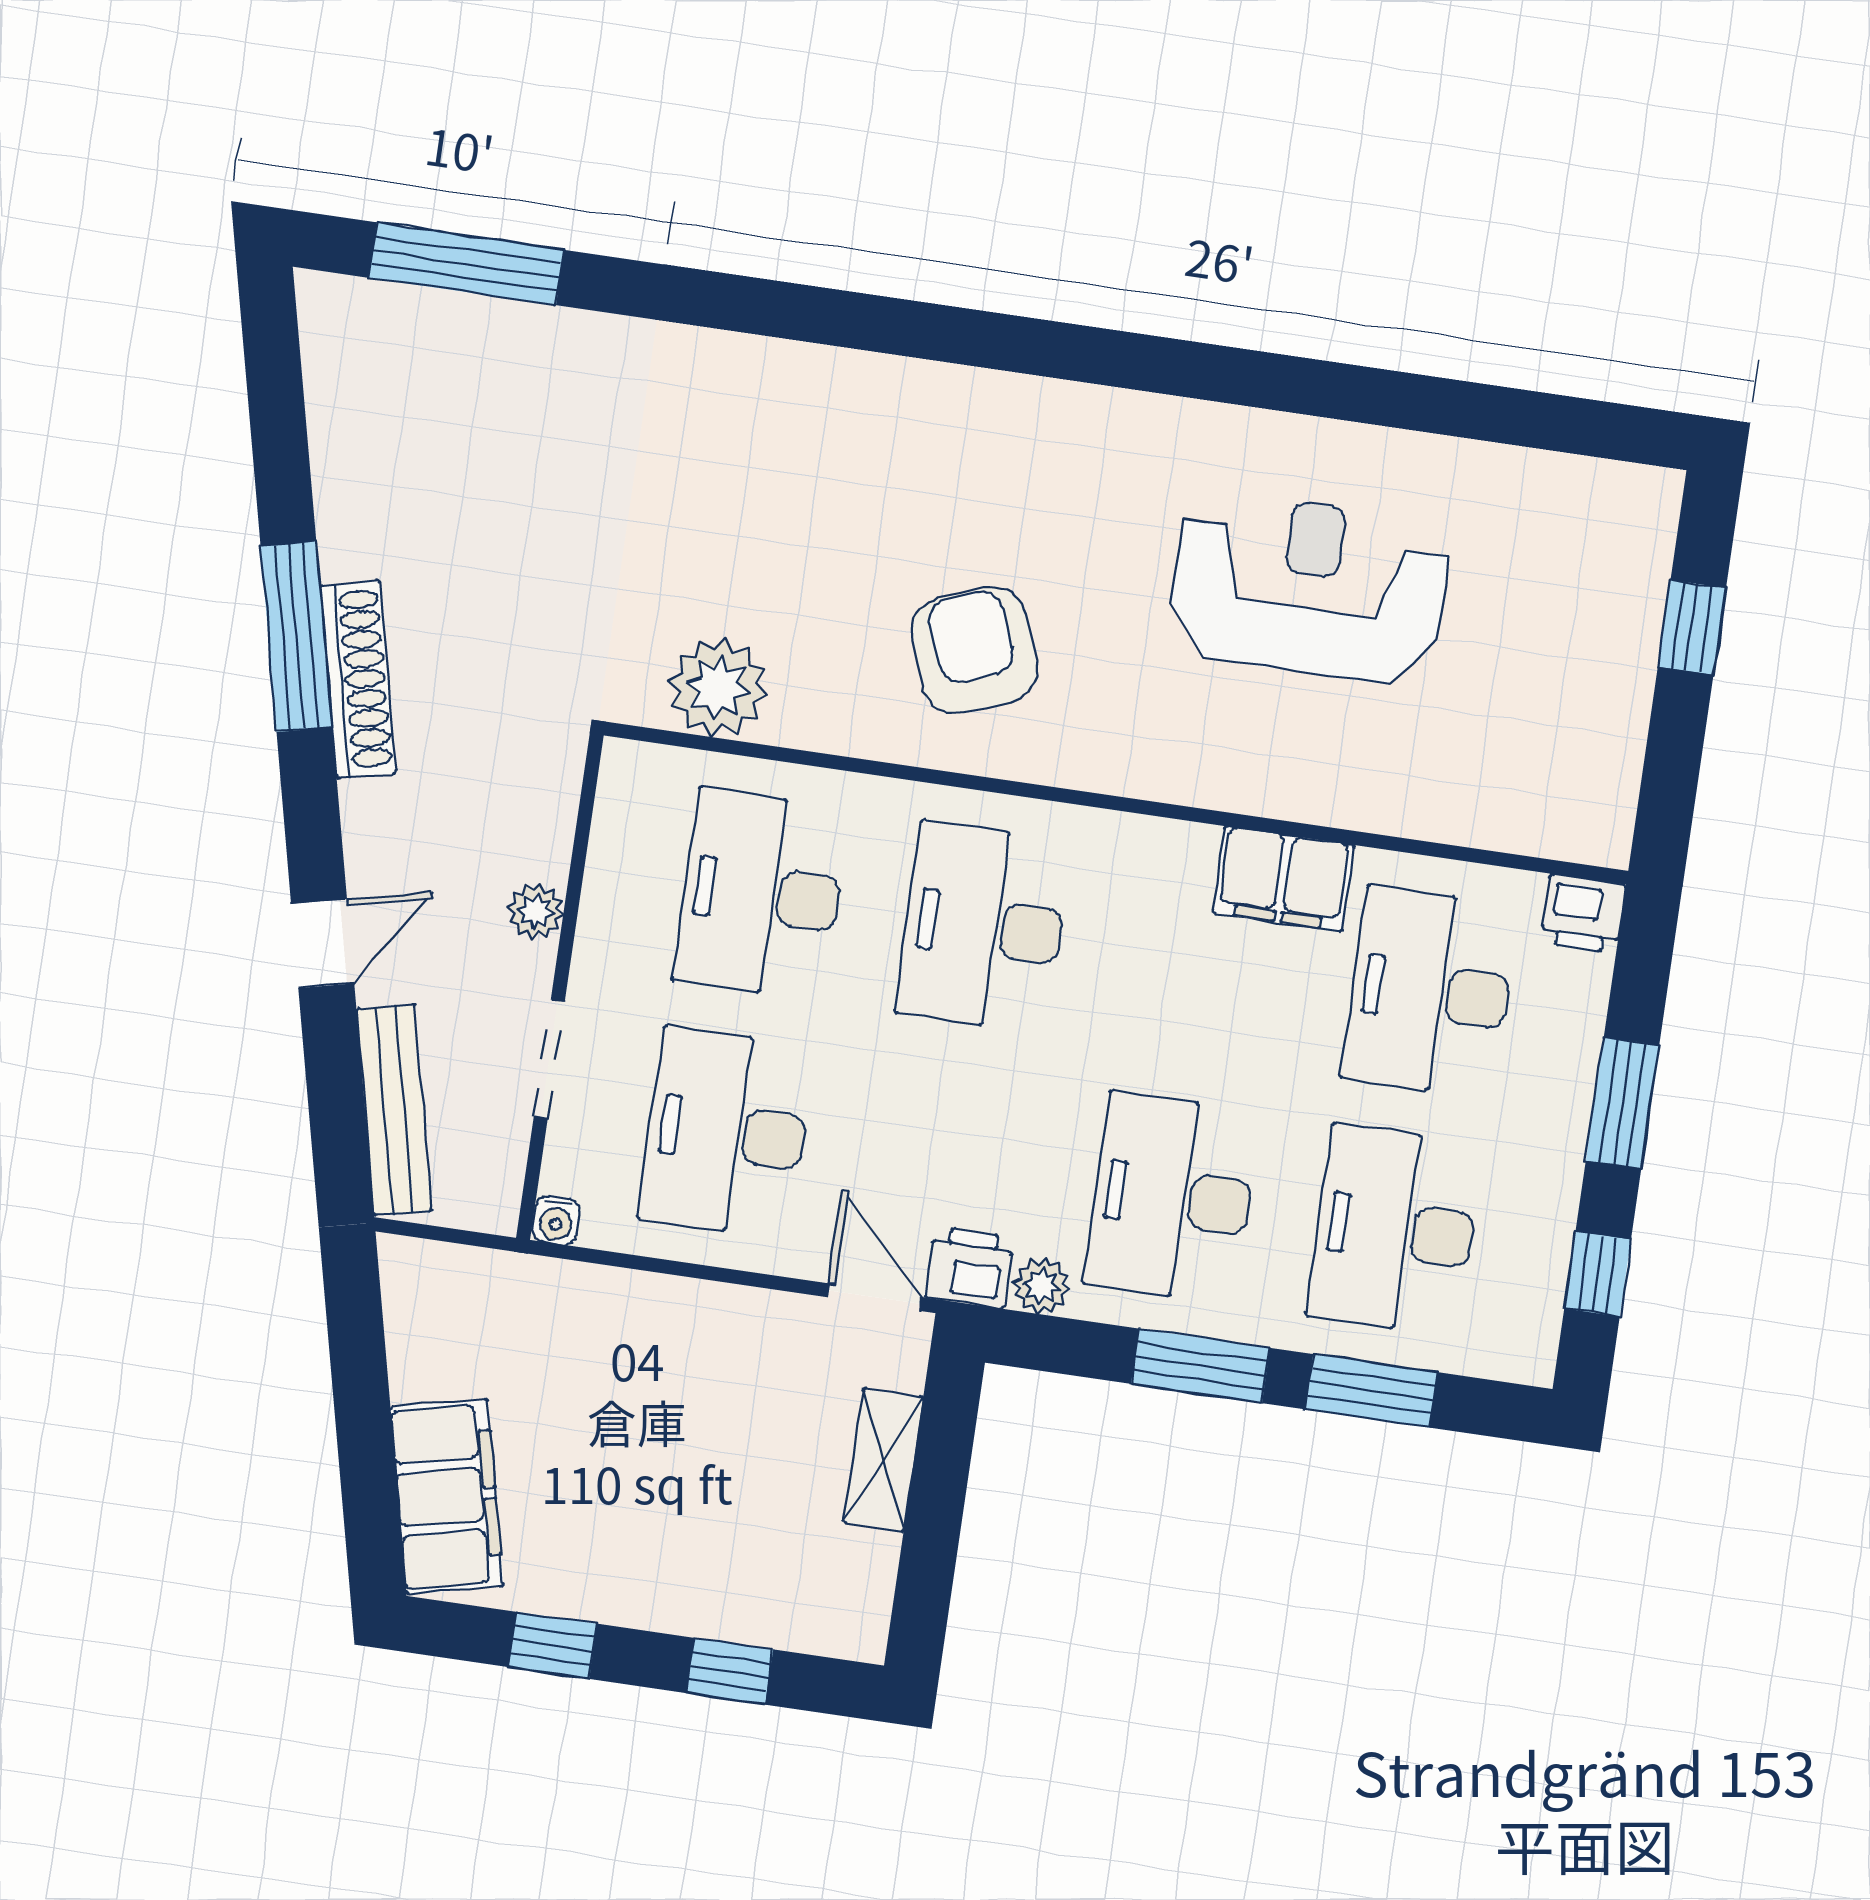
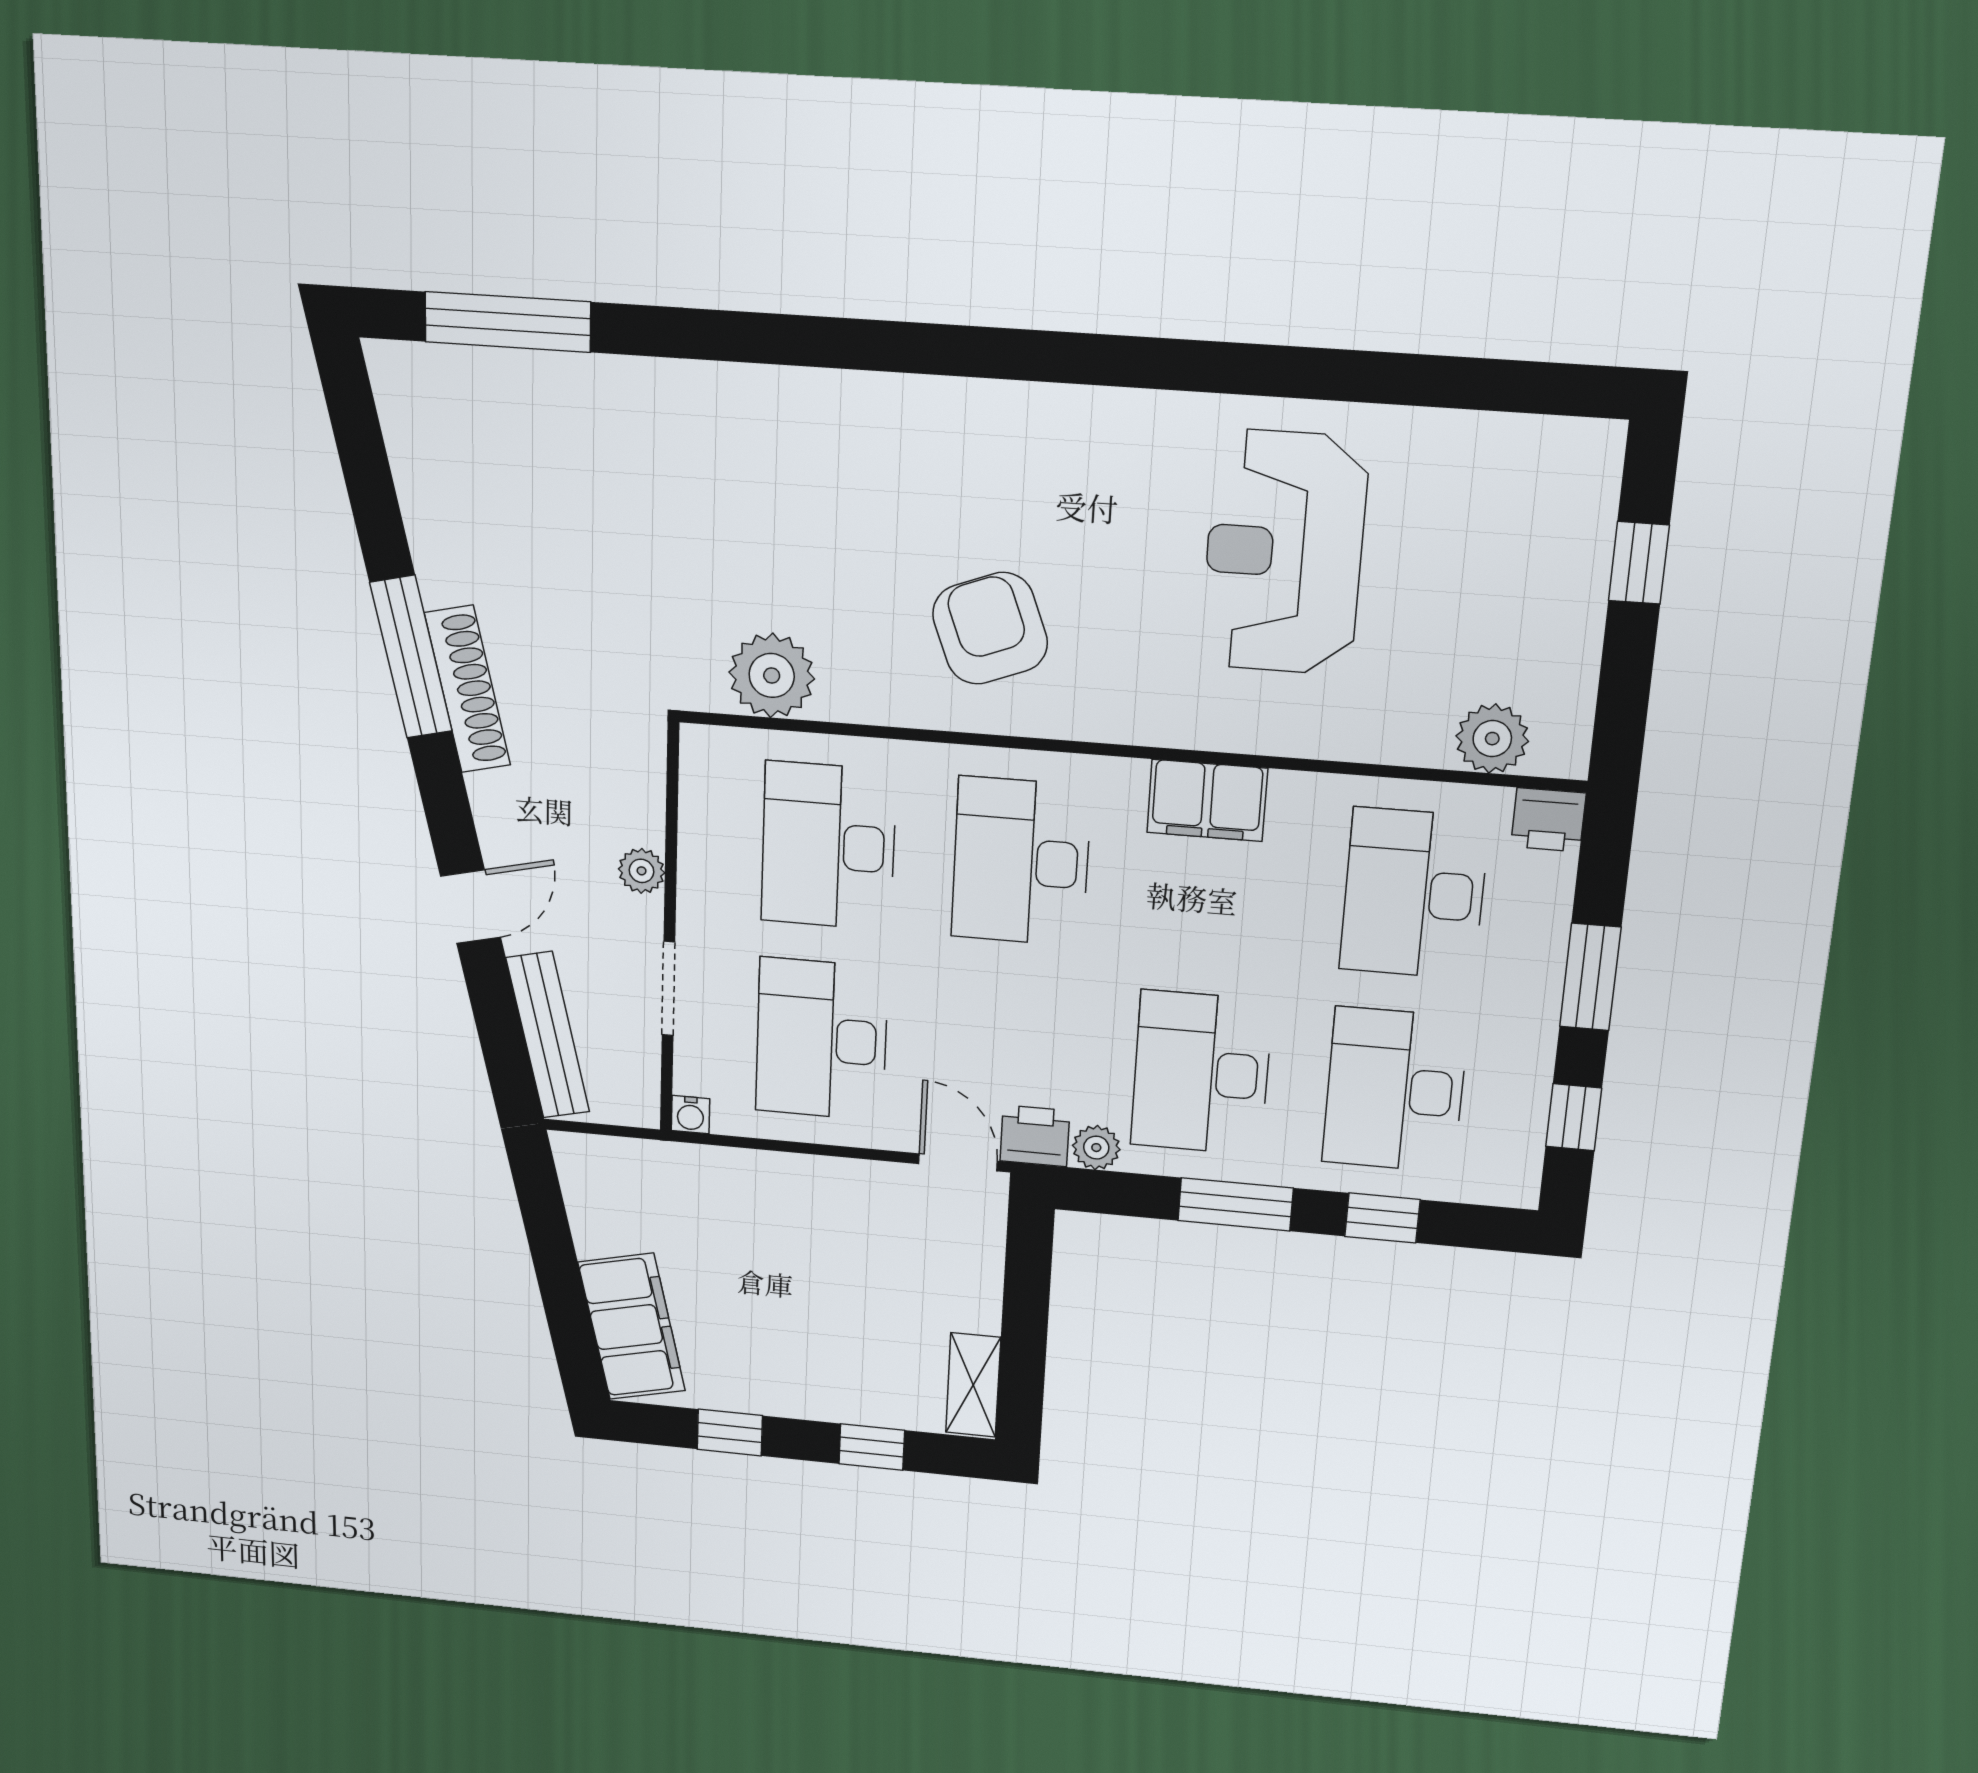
reception desk: (1309, 588) -> (1284, 553), turned -90
plant: (1526, 815) -> (1492, 739), added
filing cabinet: (1283, 879) -> (1207, 800), moved
window: (1372, 1391) -> (1382, 1218), width x0.67
shelving: (883, 1460) -> (973, 1385), moved

